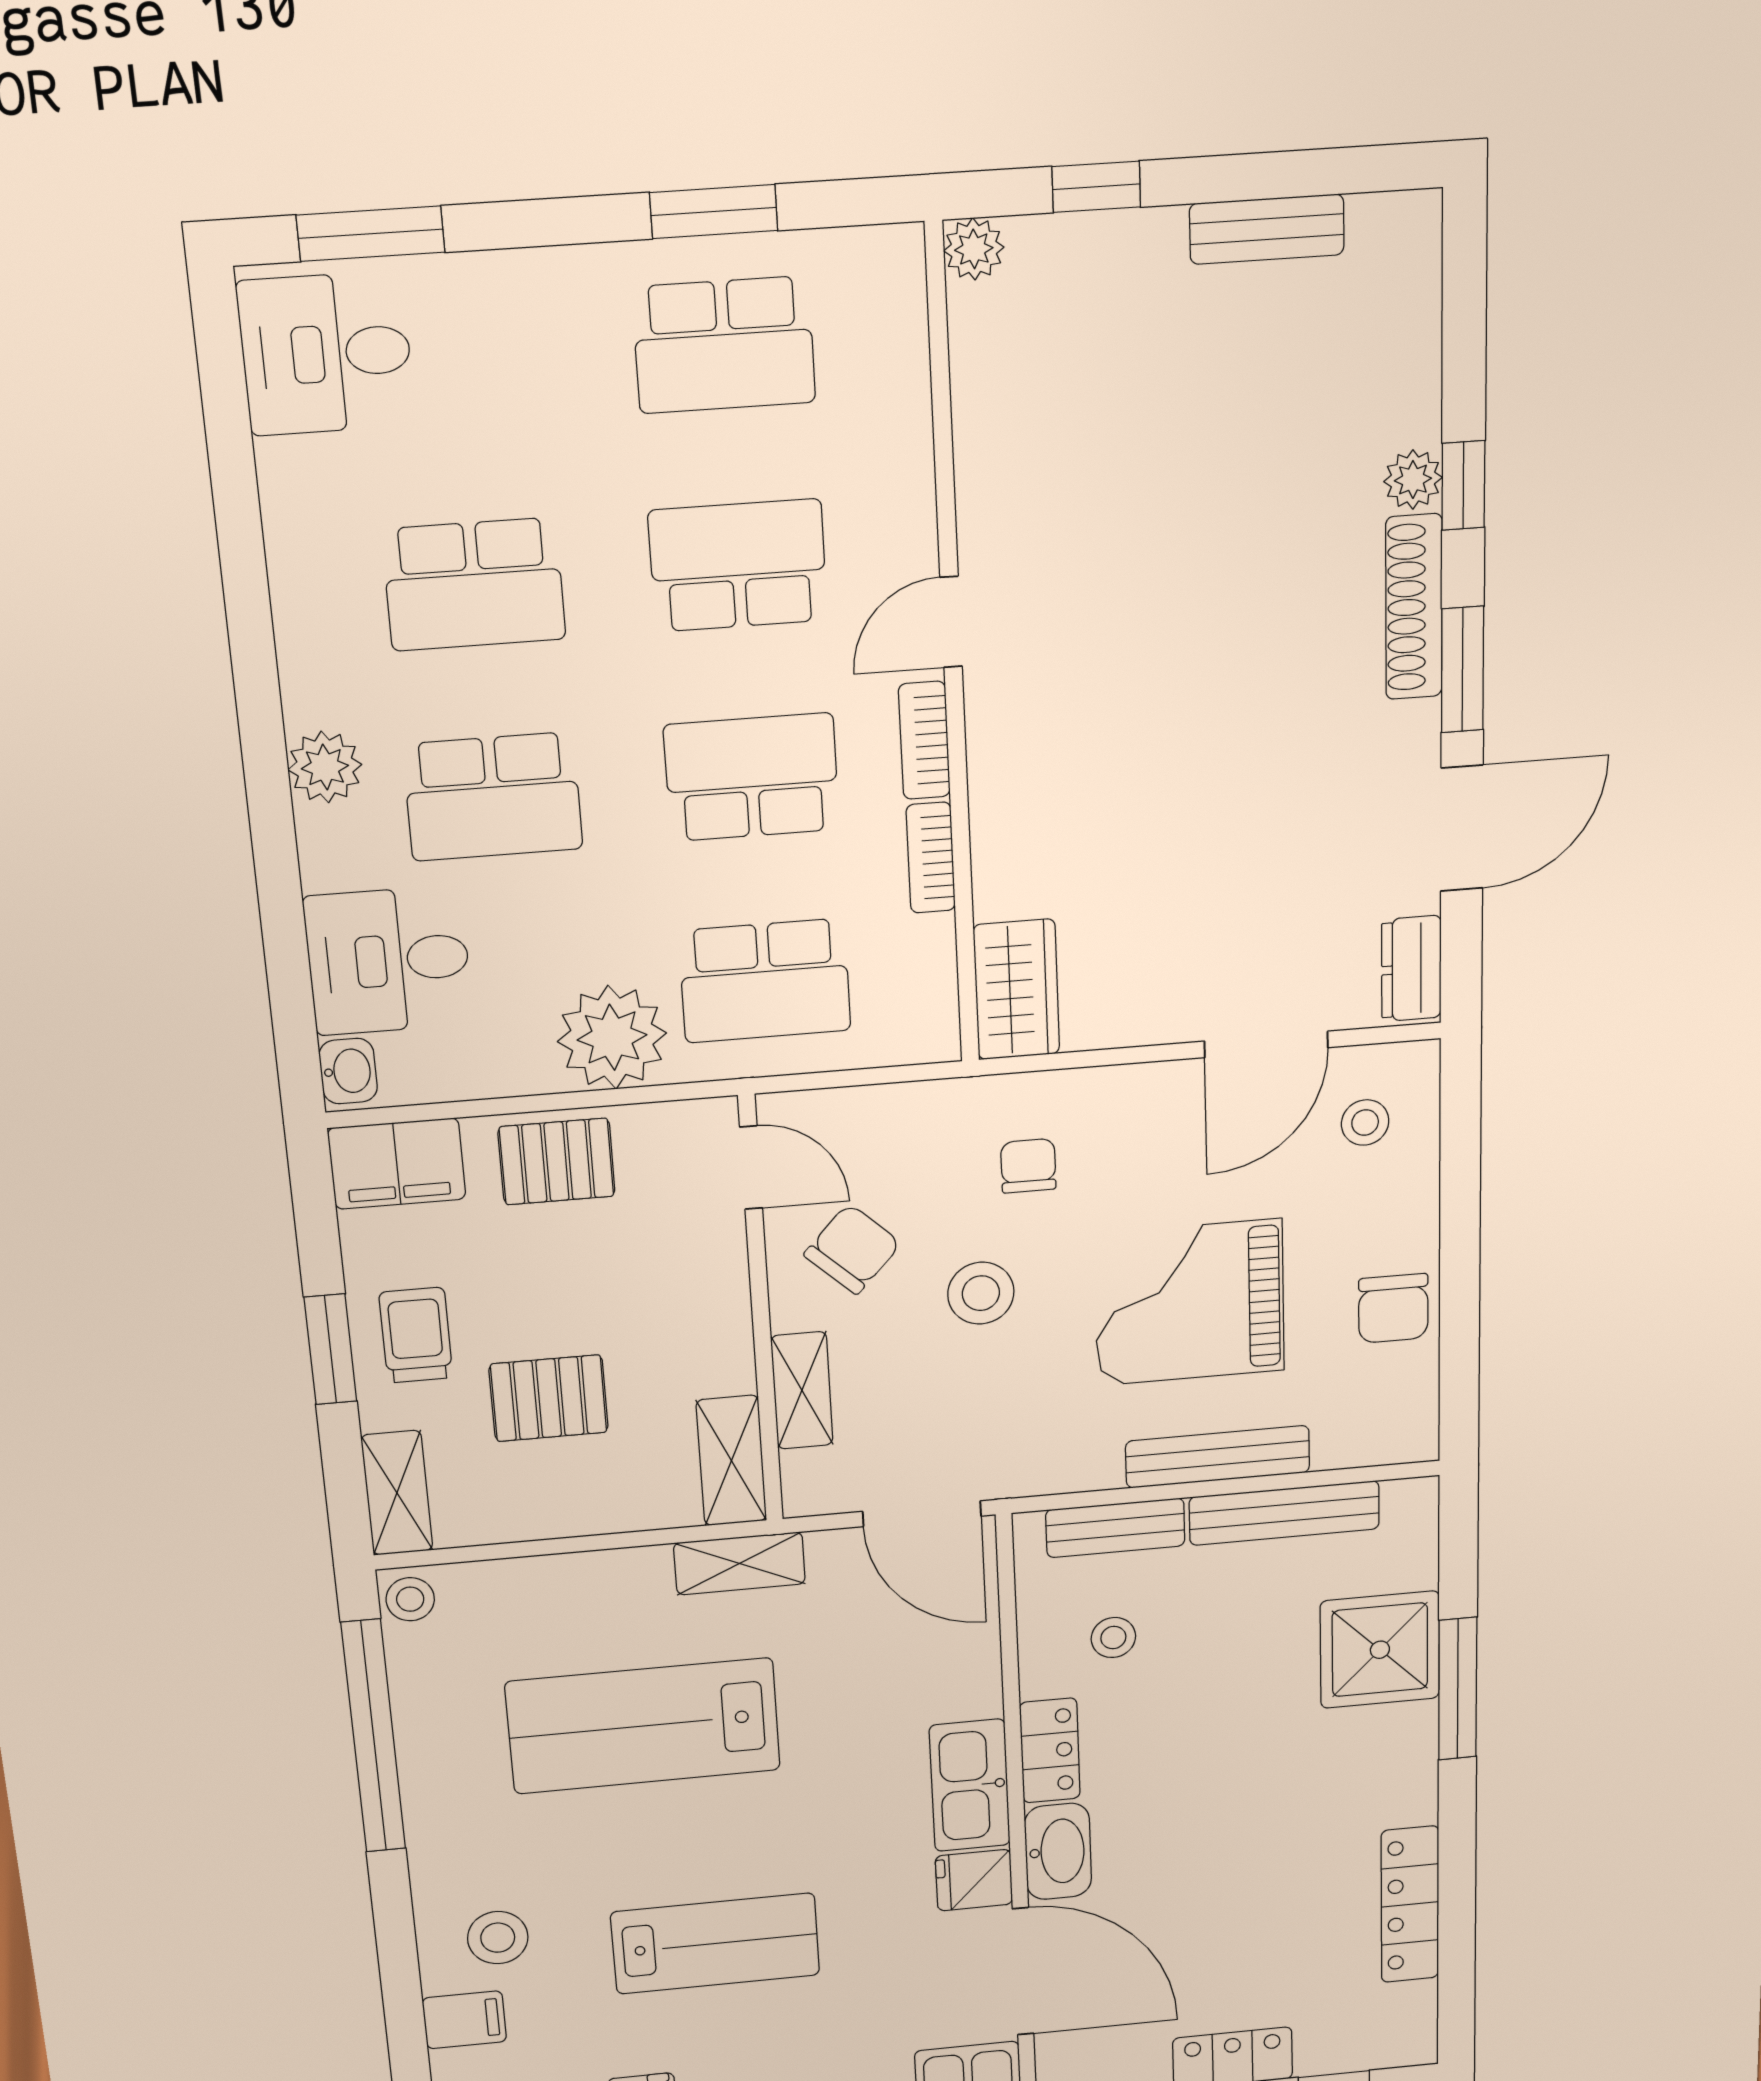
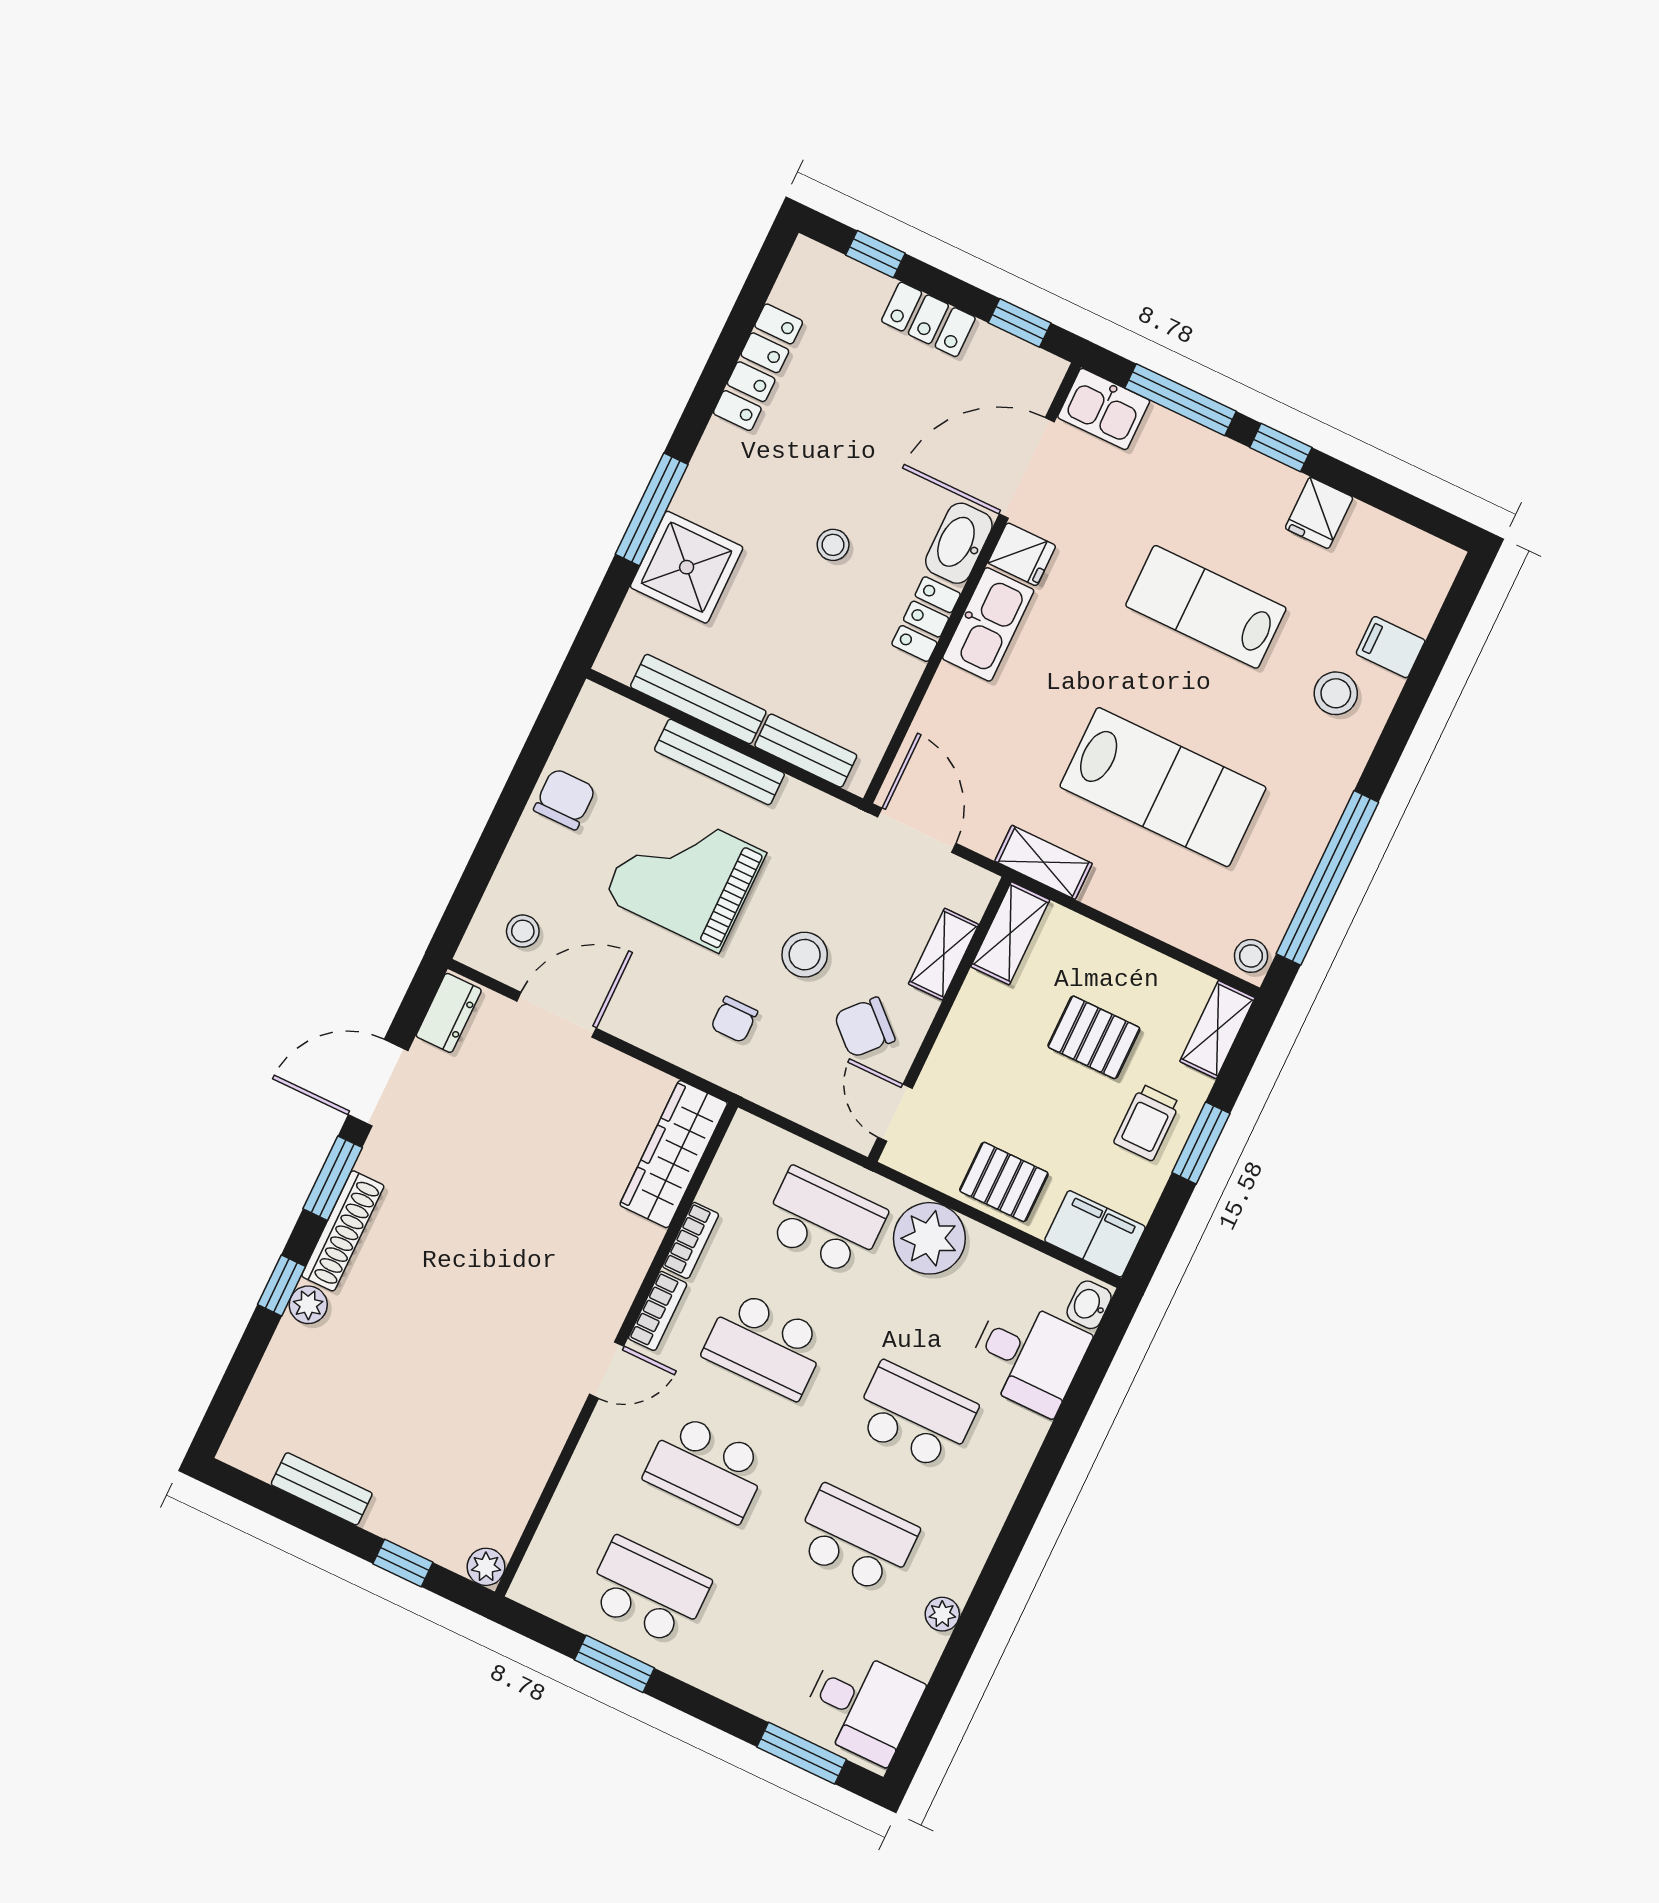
plant: (325, 767) -> (942, 1614), moved, width x0.73, depth x0.73
wardrobe: (1016, 989) -> (674, 1154), width x1.50
grand piano: (1189, 1302) -> (685, 875), turned 180
stool: (1113, 1638) -> (833, 545), moved
door: (1023, 1971) -> (1027, 468), hinge flipped

